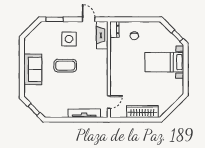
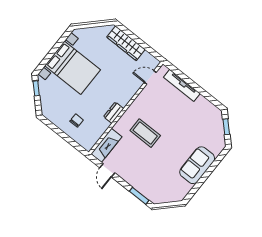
dresser: (114, 29) -> (114, 113), moved
side table: (69, 39) -> (140, 167), removed
bed with nightstands: (164, 62) -> (73, 68), width x1.36
coffee table: (65, 66) -> (145, 133), moved

